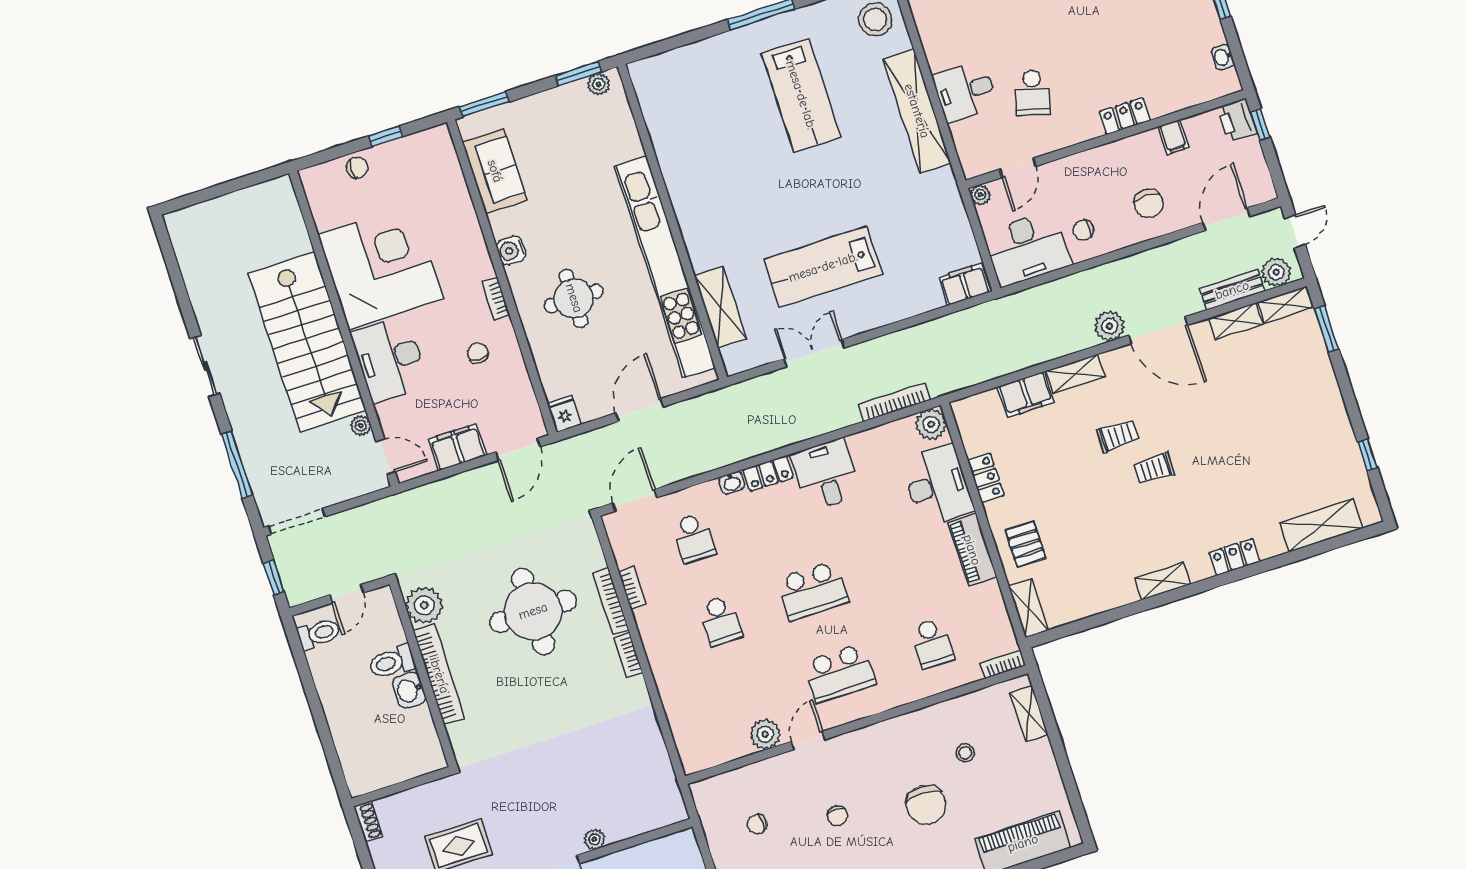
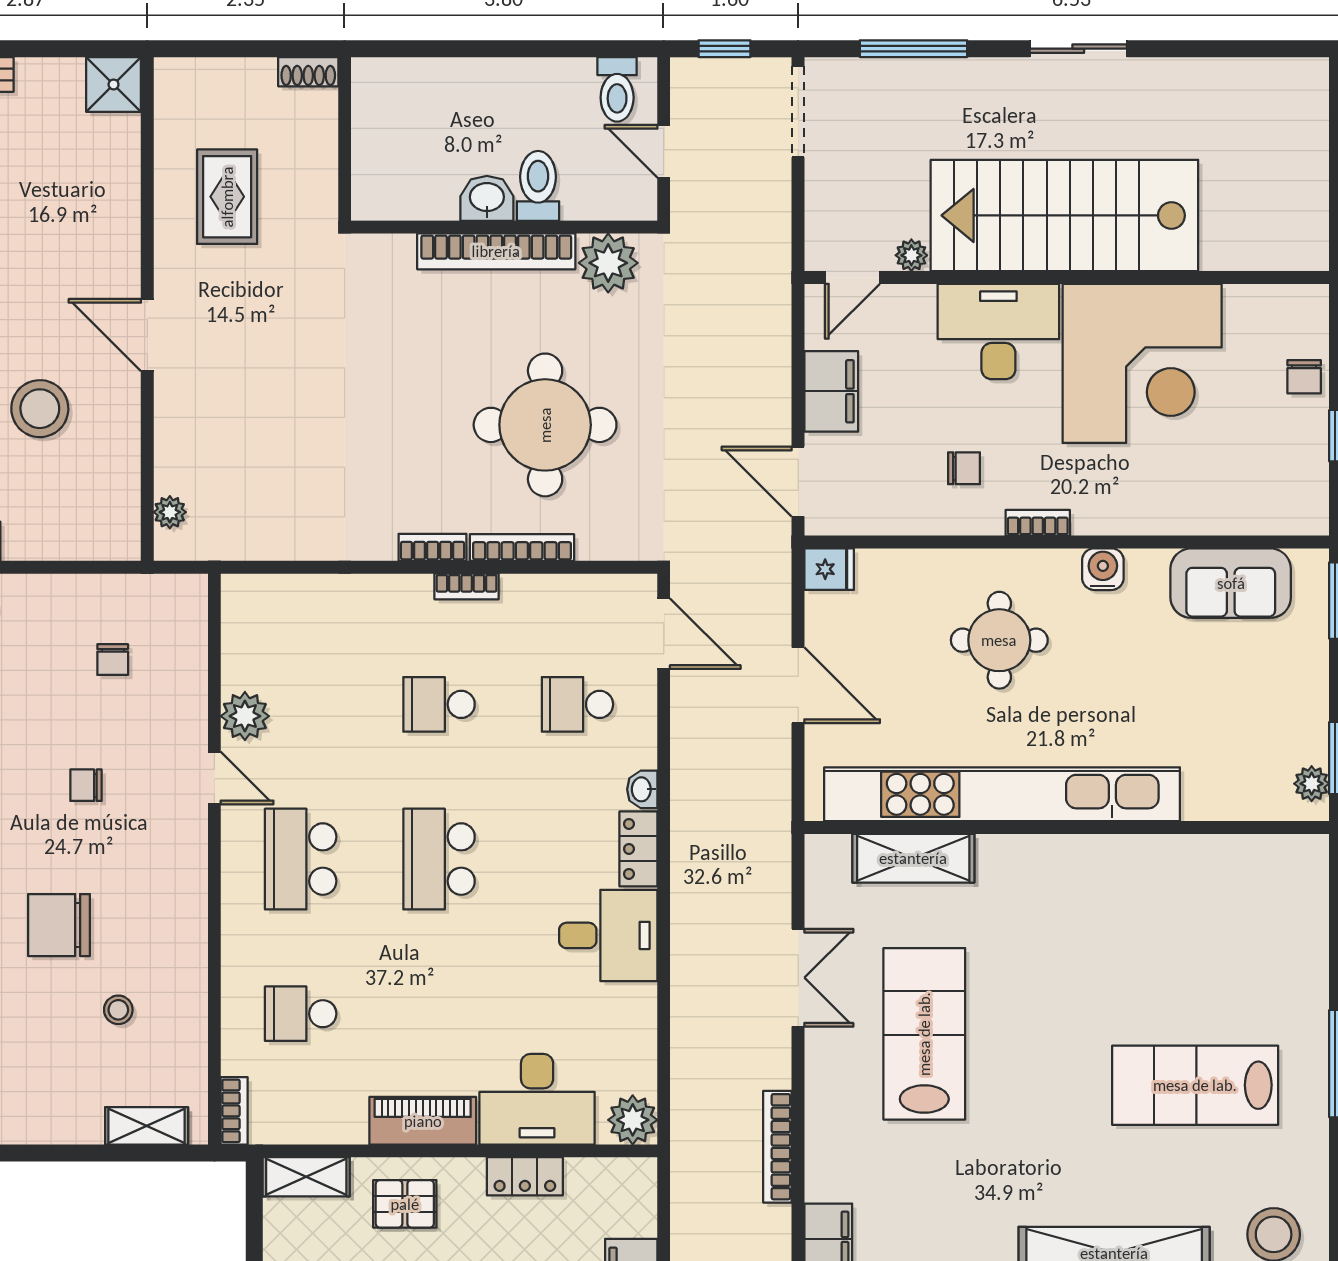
bookcase: (895, 402) -> (777, 1147), moved, turned 180
bookcase: (632, 588) -> (467, 586), moved
chair: (757, 824) -> (113, 660), turned 180
plant: (595, 839) -> (170, 512), moved

